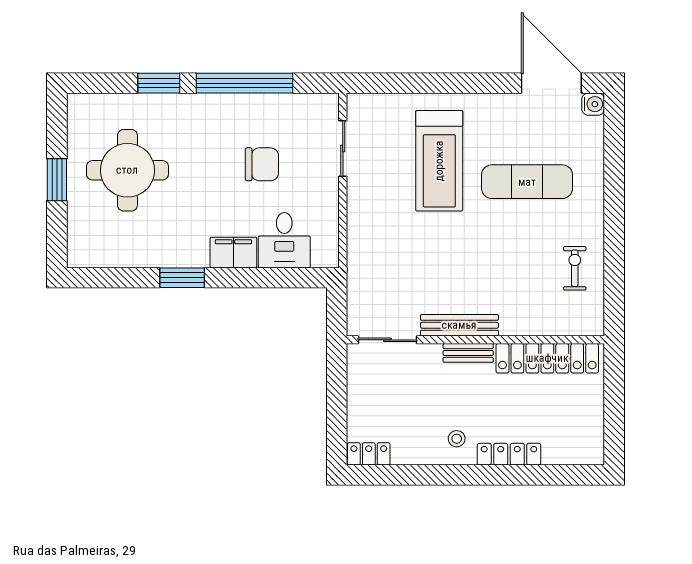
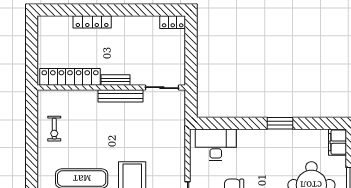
desk: (284, 240) -> (216, 145), width x1.37
filing cabinet: (233, 253) -> (337, 142), moved, turned 90
stool: (457, 439) -> (122, 31), removed

